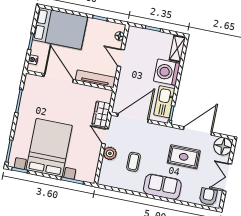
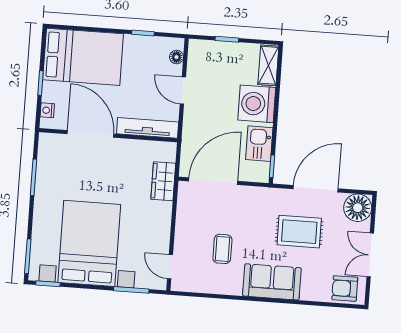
kitchen sink: (164, 102) -> (259, 144), width x0.73
door: (105, 136) -> (170, 267), moved
plant: (110, 153) -> (184, 240), removed
armchair: (208, 197) -> (345, 288), turned -90

